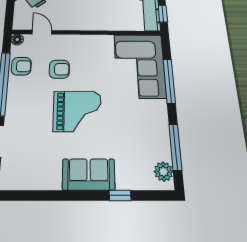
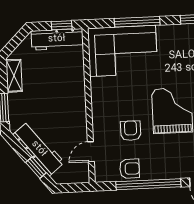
floor lamp: (17, 40) -> (101, 176), removed
armchair: (21, 66) -> (130, 169), turned 90

